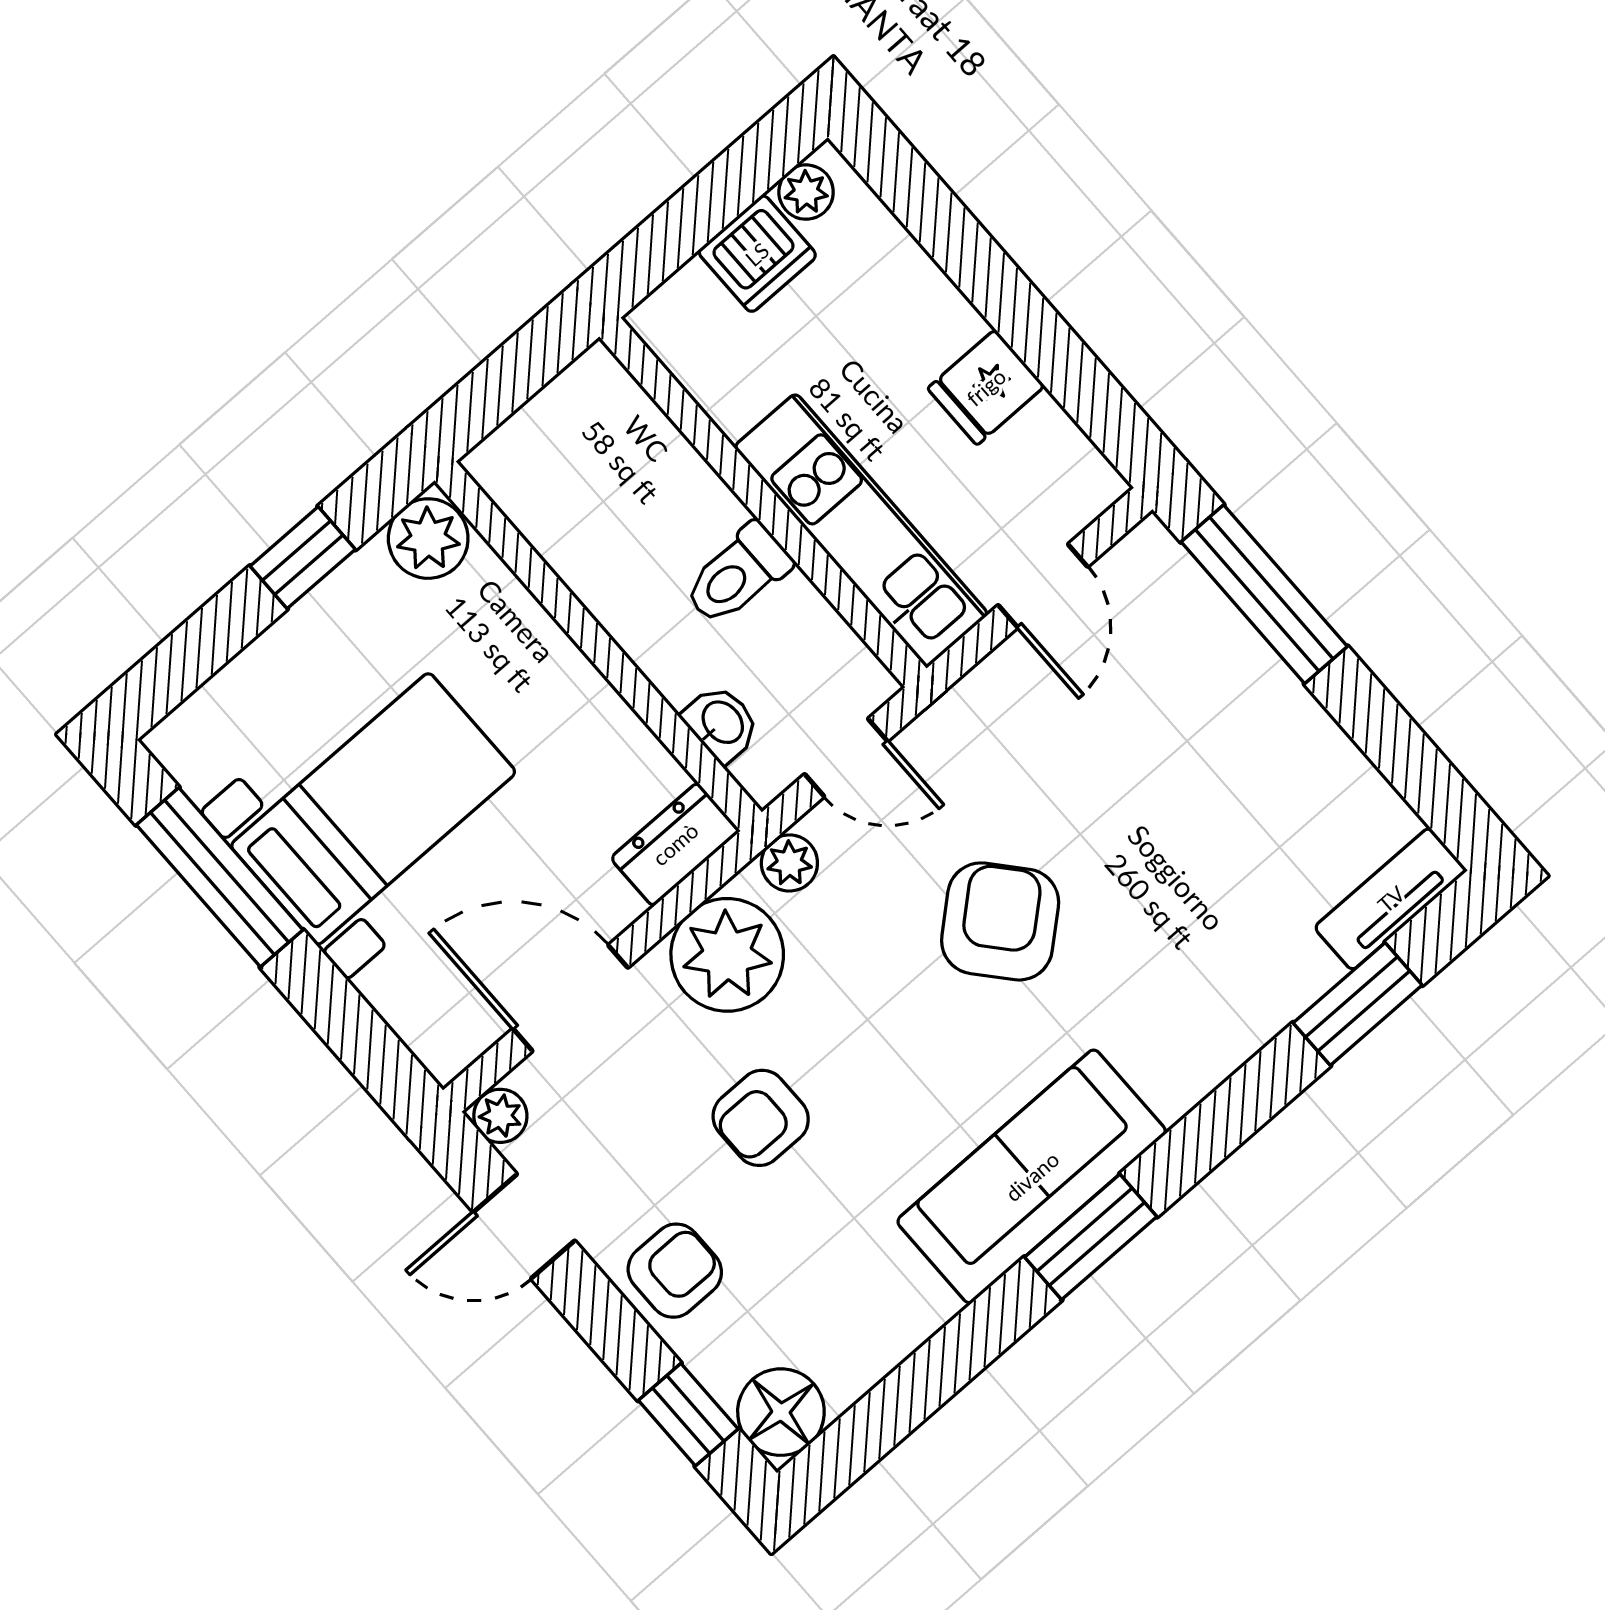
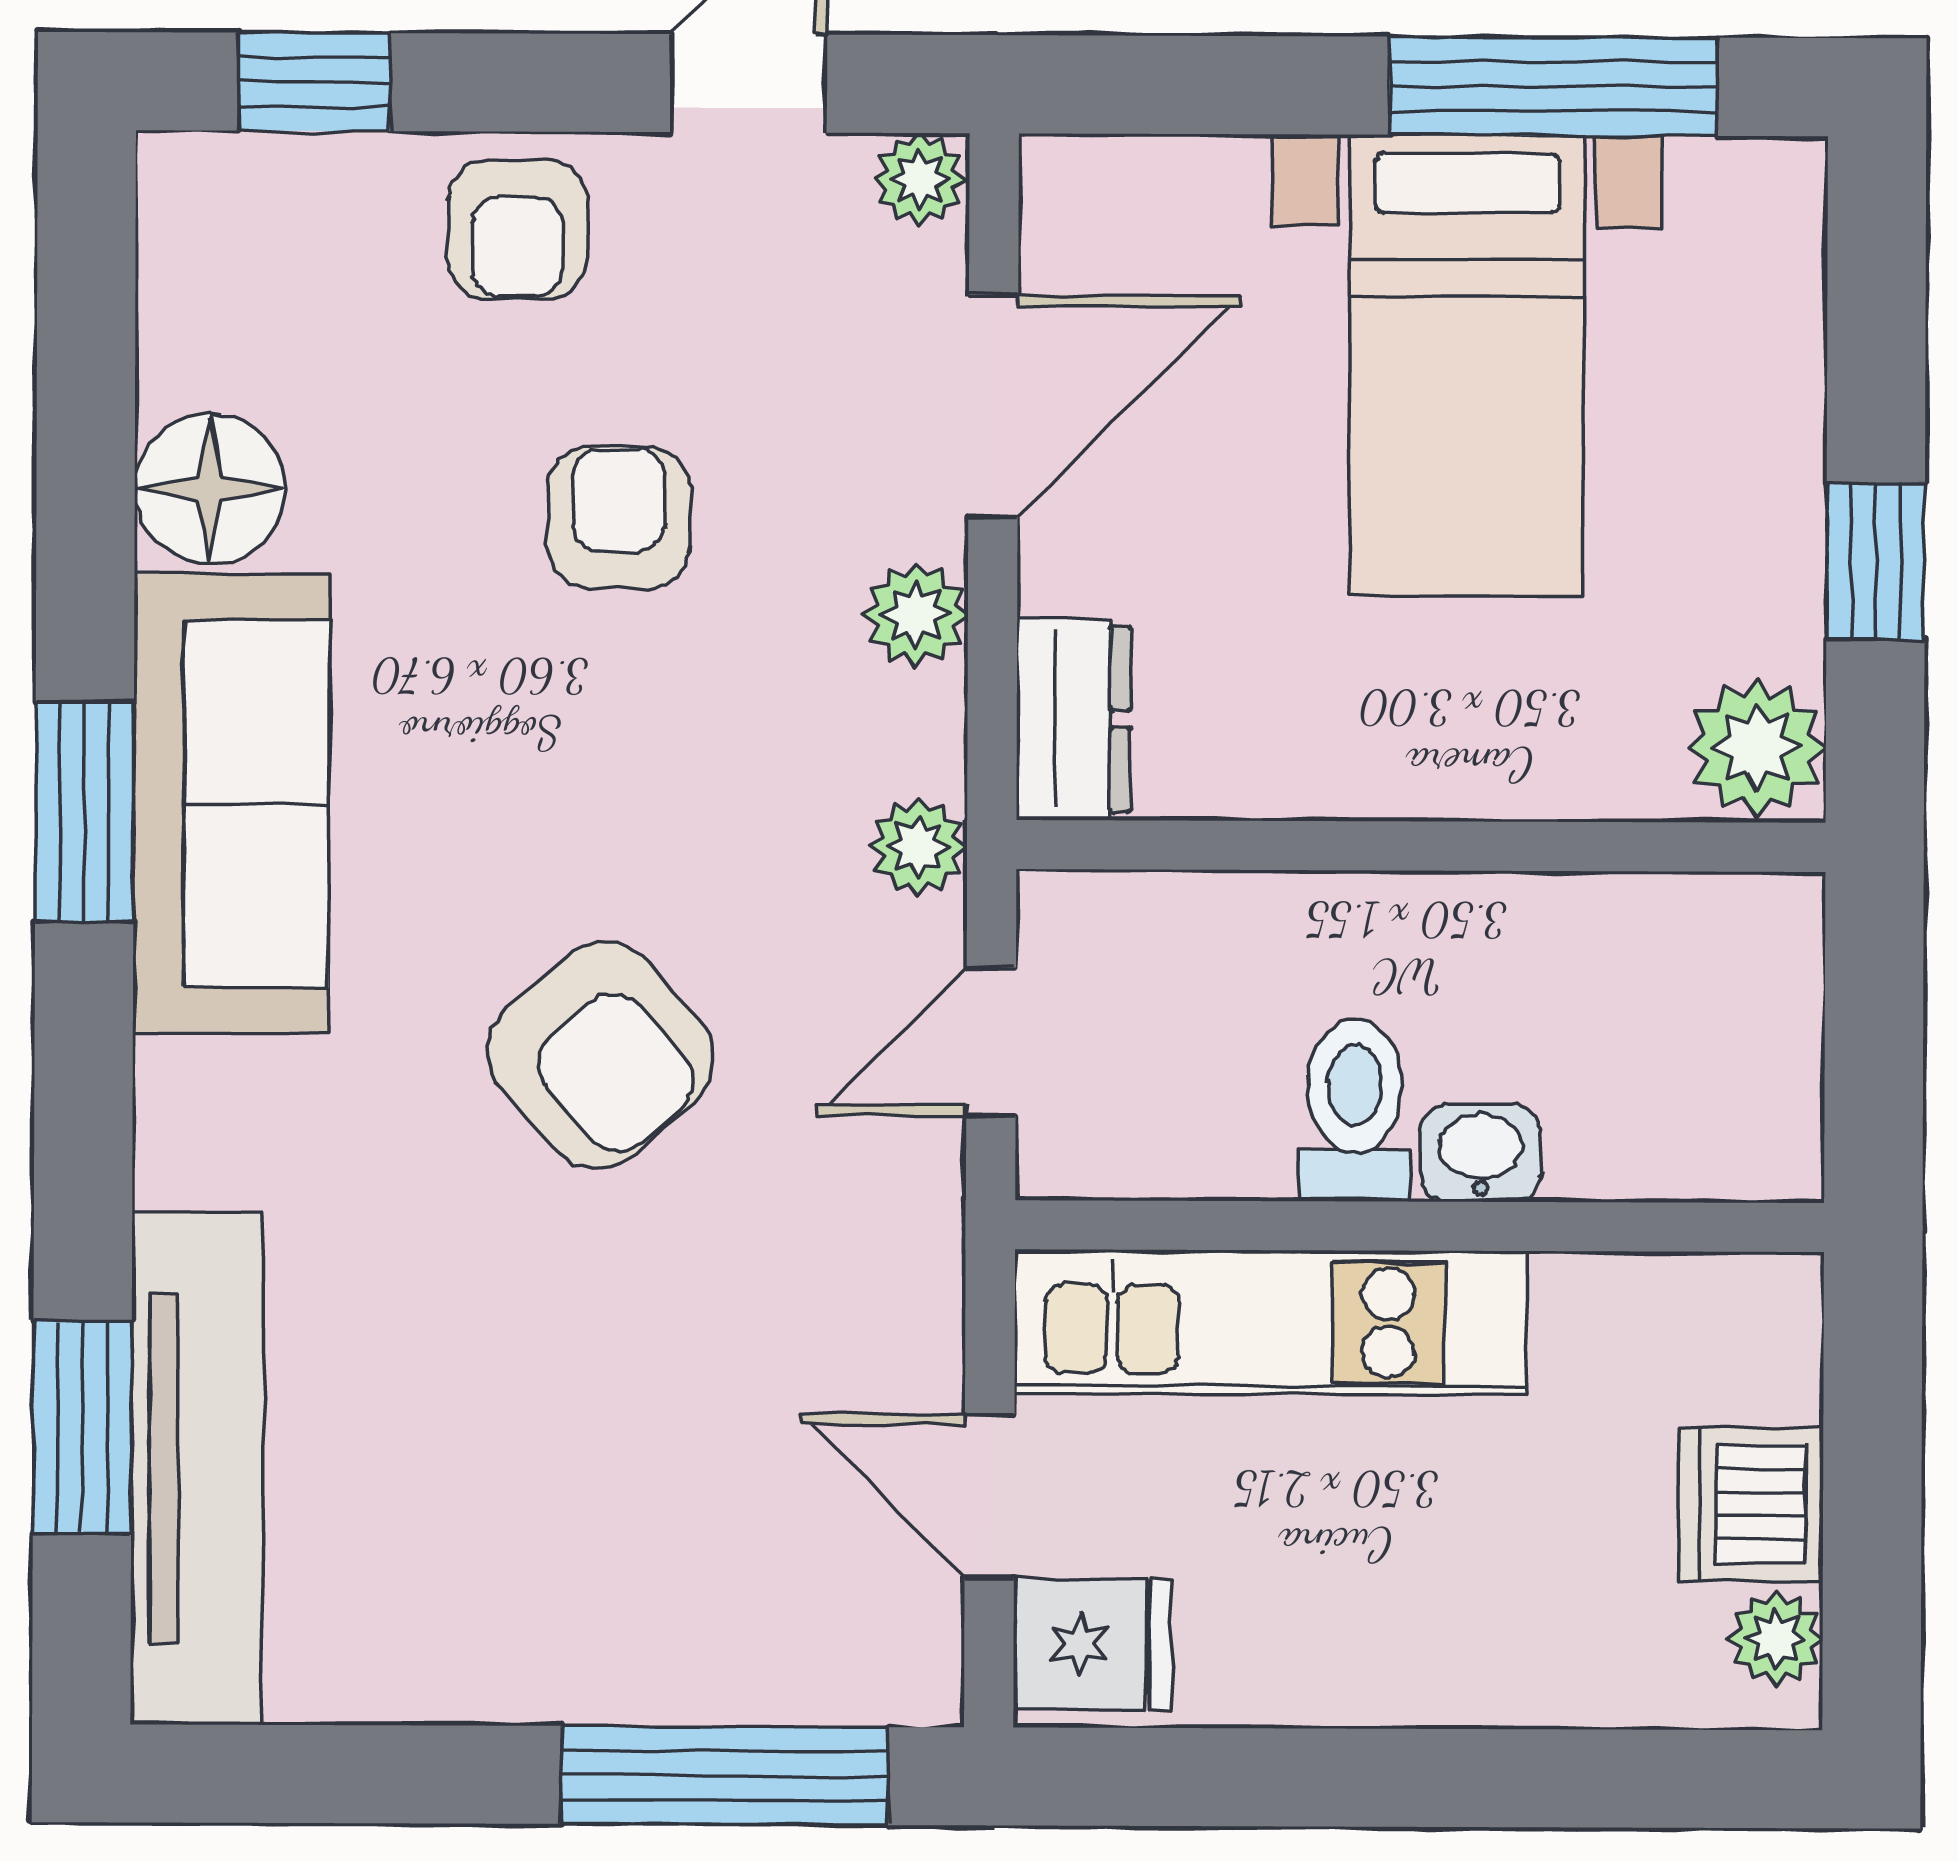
fridge: (986, 387) -> (1092, 1644), moved, turned 90
washbasin: (722, 723) -> (1480, 1153), moved, turned 180
tv unit: (1391, 899) -> (197, 1468), width x1.92, depth x1.29
plant: (727, 955) -> (916, 615), width x0.53, depth x0.53
floor lamp: (781, 1412) -> (210, 489), moved

